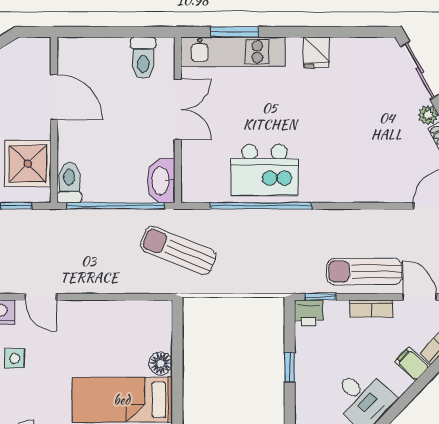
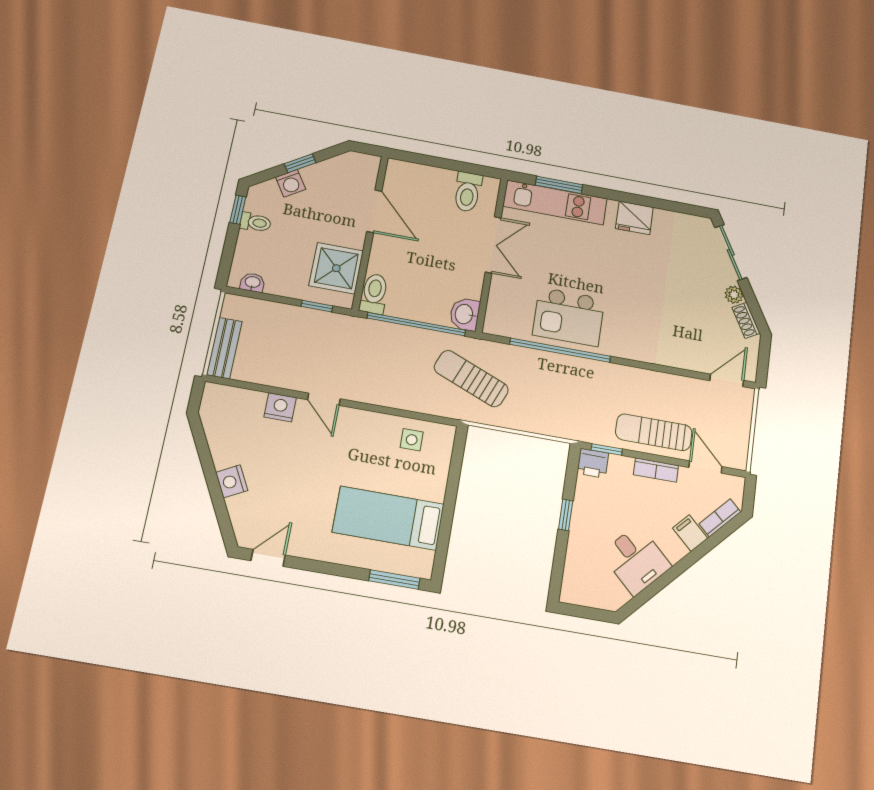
fridge: (316, 52) -> (634, 218), width x1.38
washbasin: (161, 181) -> (465, 314), width x0.72
side table: (15, 358) -> (412, 440), moved
floor lamp: (161, 364) -> (434, 488), removed

